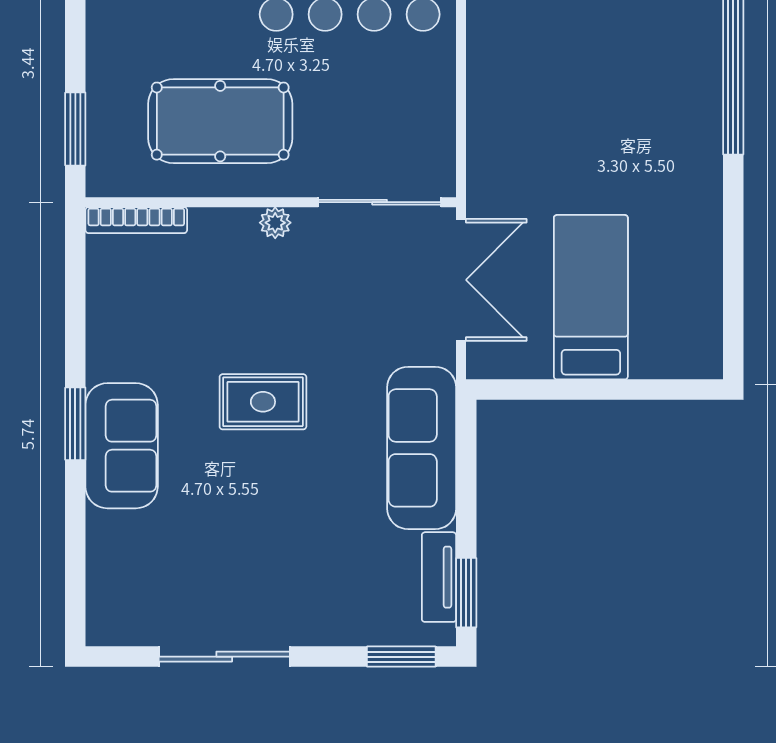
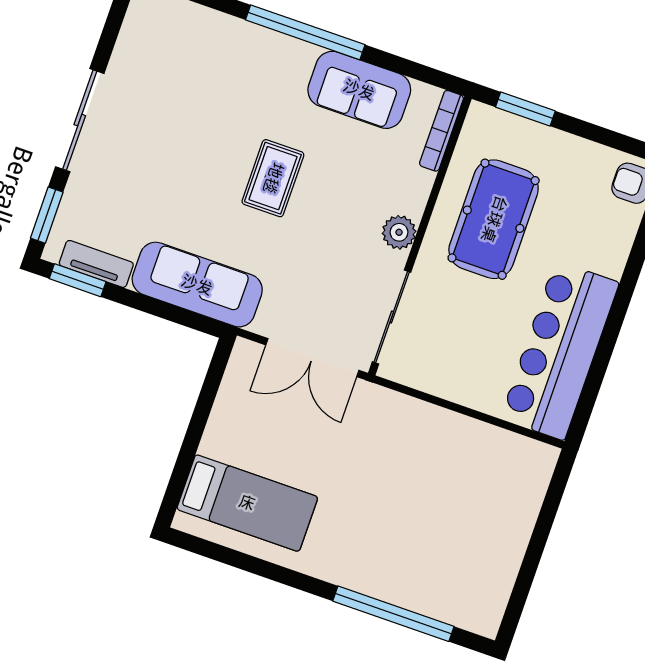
plant: (275, 223) -> (399, 232), width x1.38, depth x1.38
bed: (591, 297) -> (247, 503), moved
window: (75, 424) -> (305, 32), width x2.11
sofa: (122, 446) -> (359, 90), moved
sliding door: (224, 657) -> (80, 120), moved

